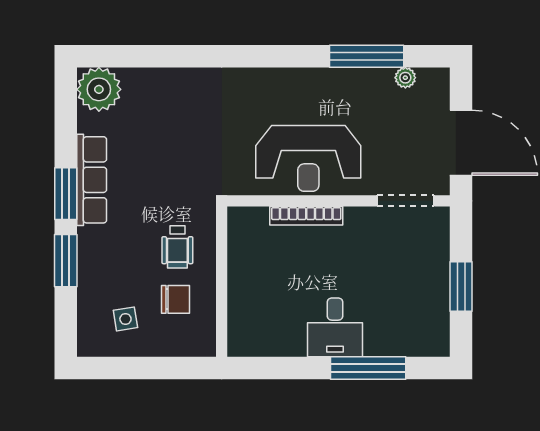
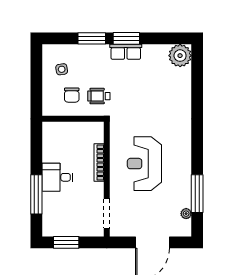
row of seats: (92, 180) -> (126, 52), width x0.68
wall: (339, 201) -> (107, 179), moved
doorway: (406, 201) -> (107, 214), moved
bookcase: (306, 216) -> (99, 162), moved
window: (461, 286) -> (66, 242), moved

